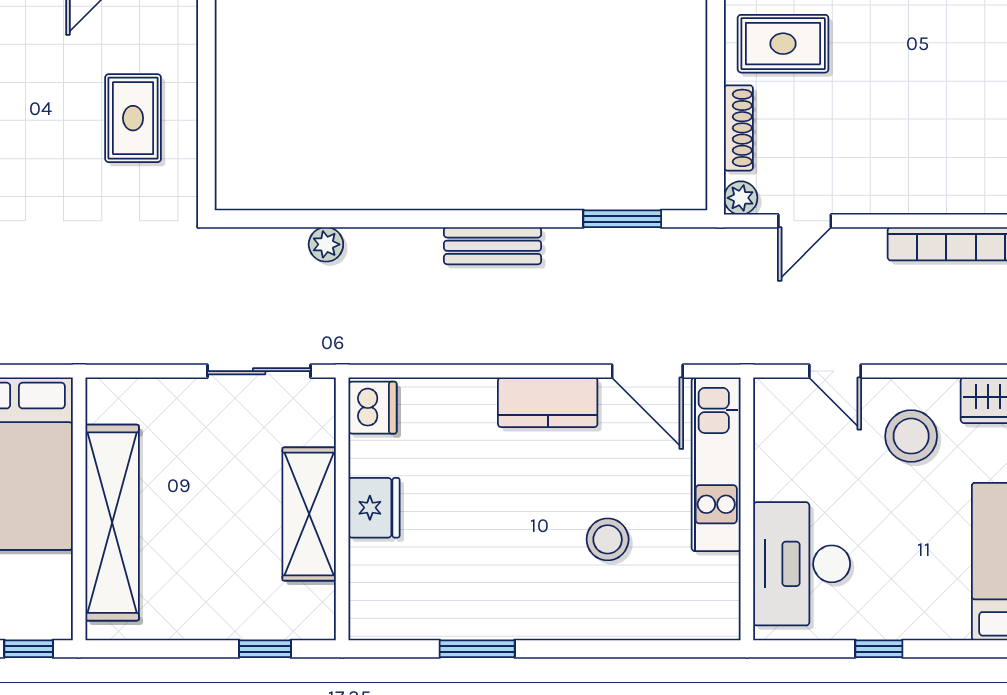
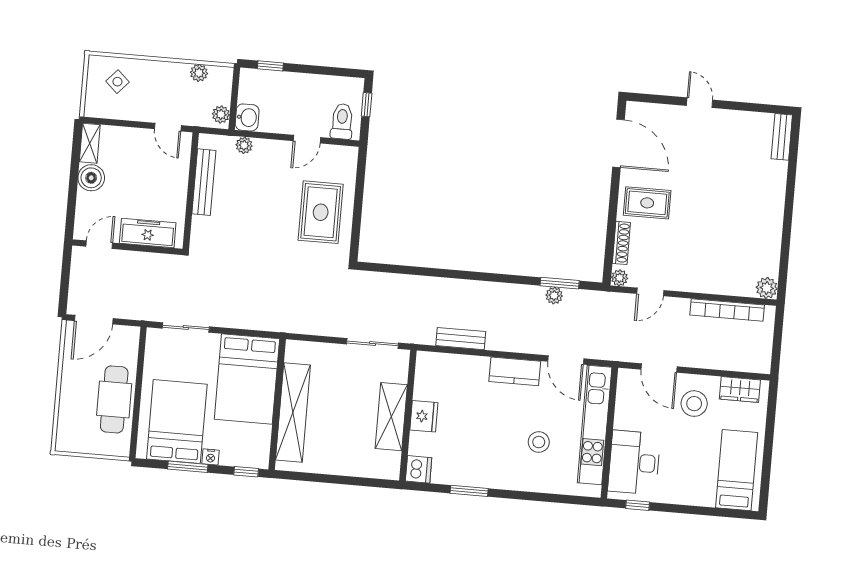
rug: (133, 118) -> (321, 212), width x1.36, depth x1.43
plant: (326, 244) -> (554, 296), moved
bench: (493, 246) -> (461, 339), moved
door: (835, 371) -> (659, 368), width x1.38
dishwasher: (373, 408) -> (419, 469), moved
kitchen unit: (716, 464) -> (595, 425), width x1.36
window: (265, 649) -> (364, 482), removed
window: (879, 649) -> (638, 505), moved

